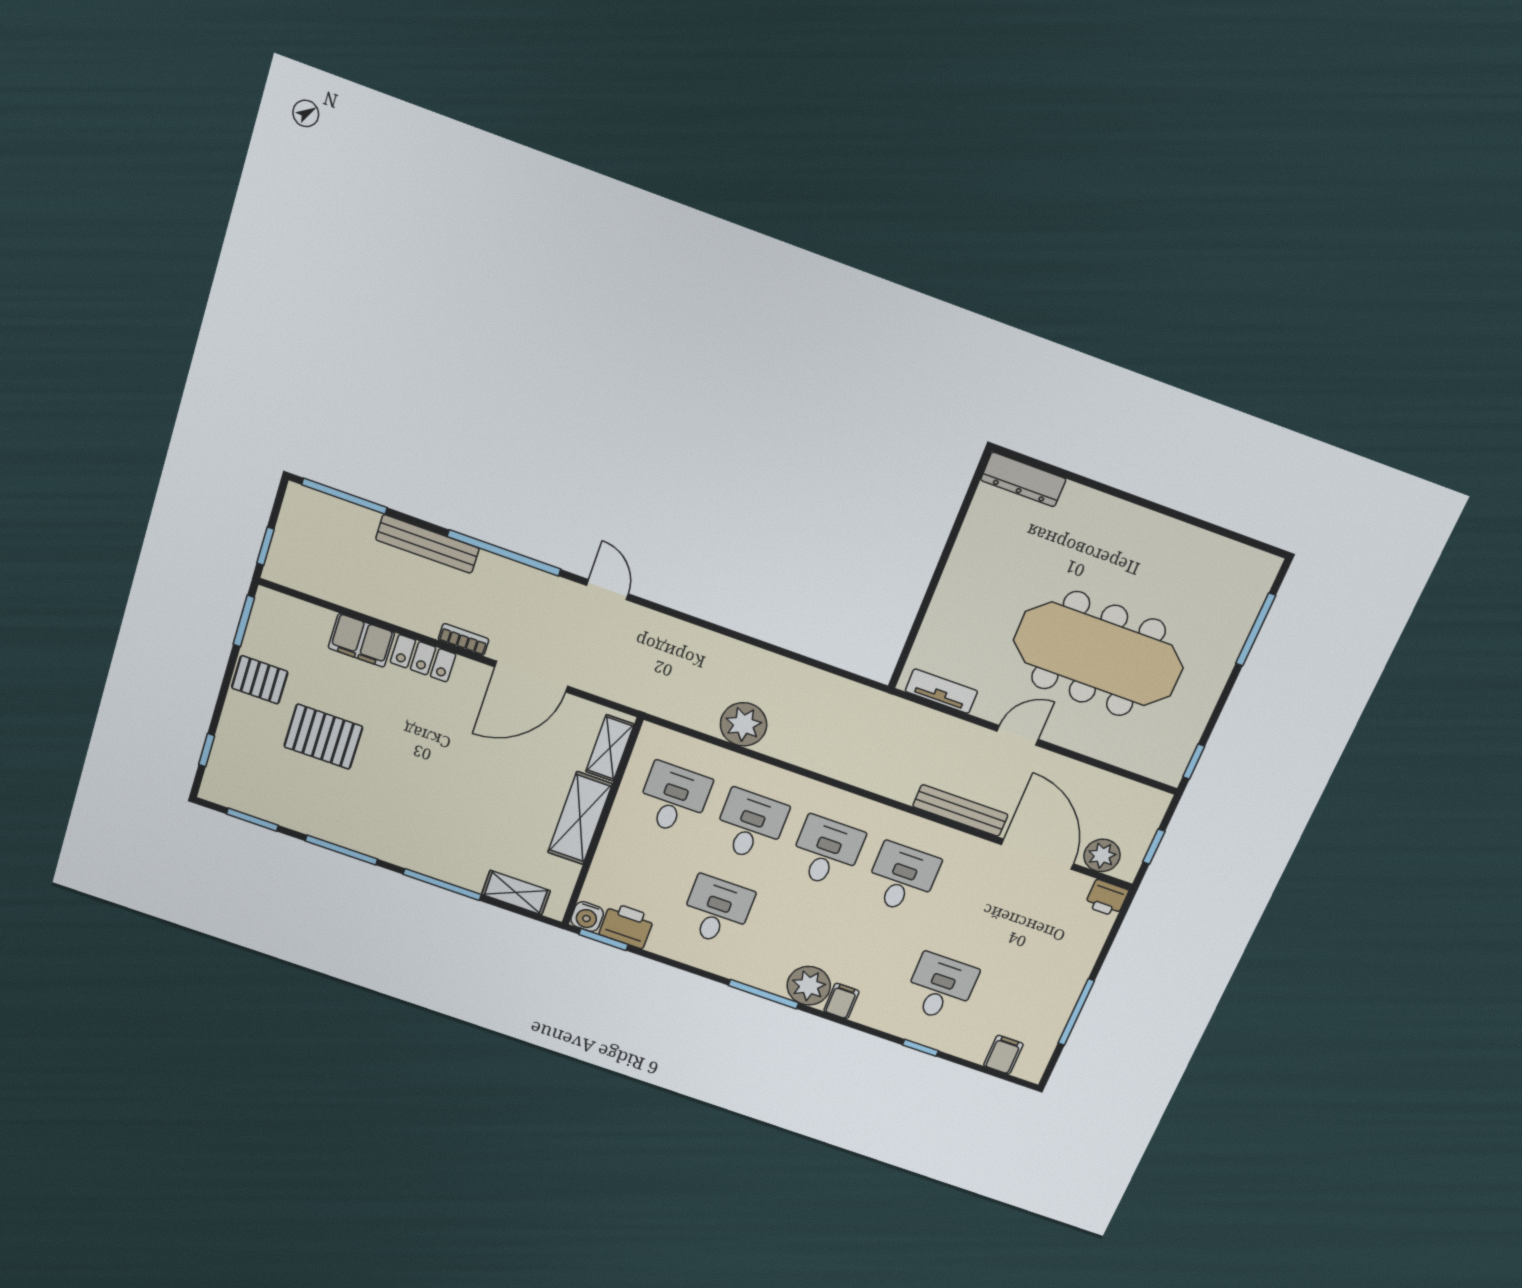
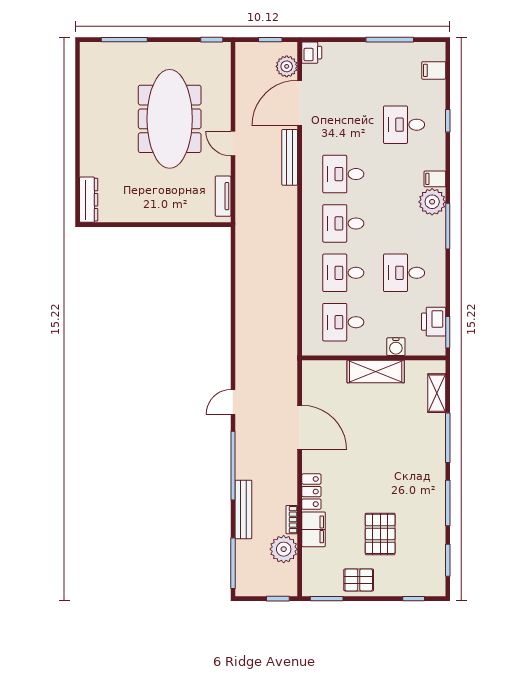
bookcase: (464, 639) -> (292, 520), moved
pallet: (260, 680) -> (359, 580), turned 90
plant: (743, 724) -> (284, 549), moved
shelving: (610, 748) -> (326, 369), removed
water cooler: (587, 917) -> (396, 347), moved, turned 90

